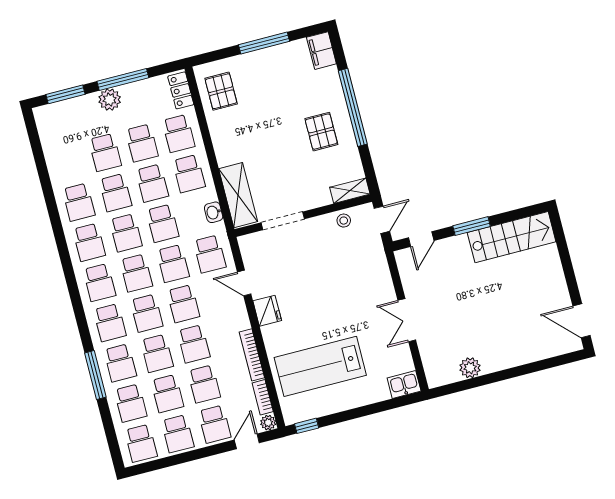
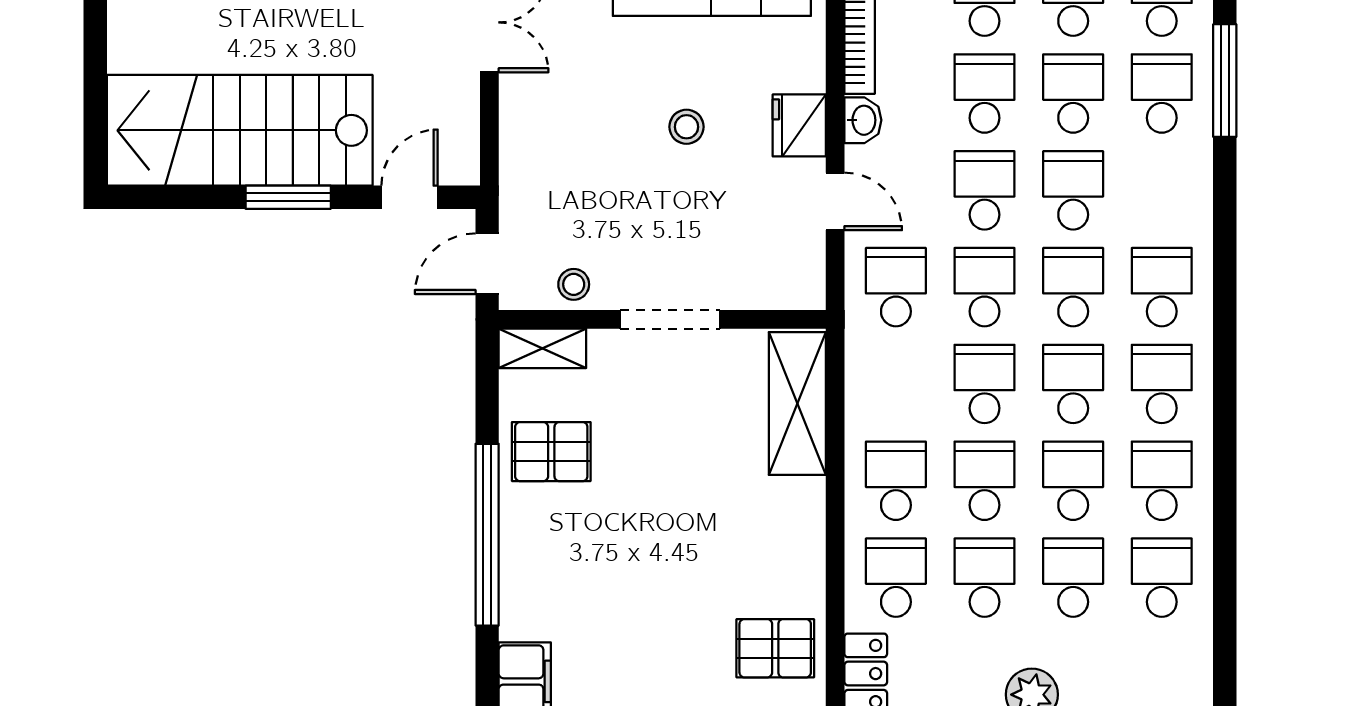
pallet: (221, 91) -> (775, 648), turned 90
pallet: (321, 132) -> (551, 452), moved, turned 90
washbasin: (214, 212) -> (863, 120), moved
doorway: (283, 221) -> (670, 319), moved
stairs: (512, 237) -> (240, 130), width x1.36, depth x1.51
stool: (314, 298) -> (687, 127), added
school desk: (110, 323) -> (1162, 578), moved

